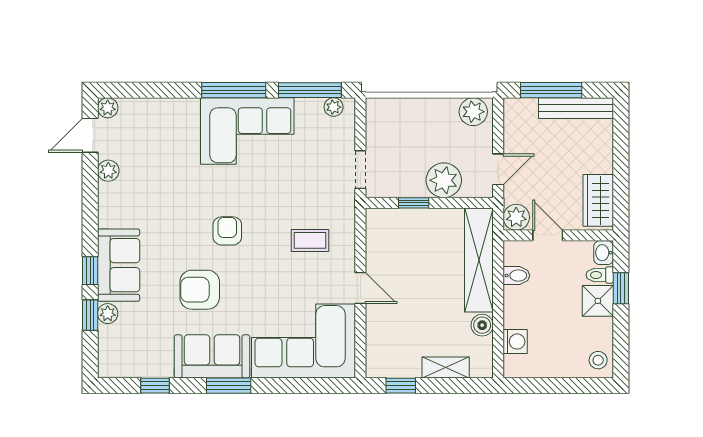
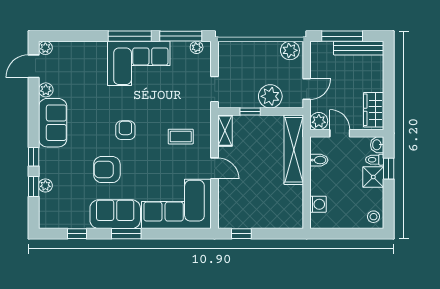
sofa: (119, 265) -> (53, 123), moved
boiler: (482, 325) -> (296, 193), removed
shelving: (446, 367) -> (225, 131), moved, turned 90

